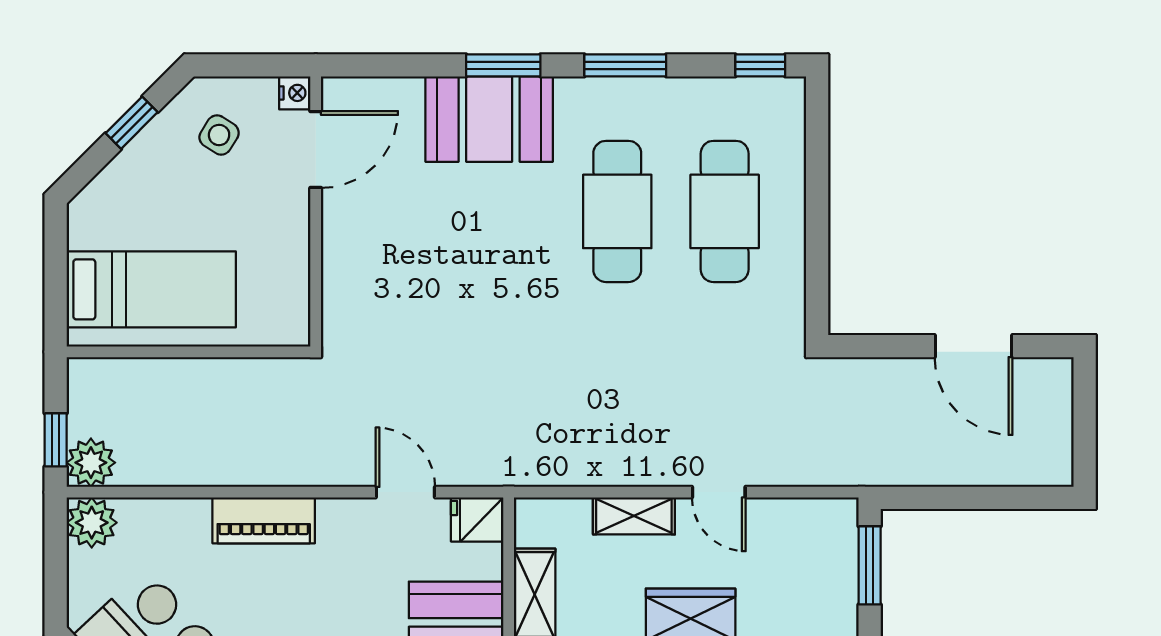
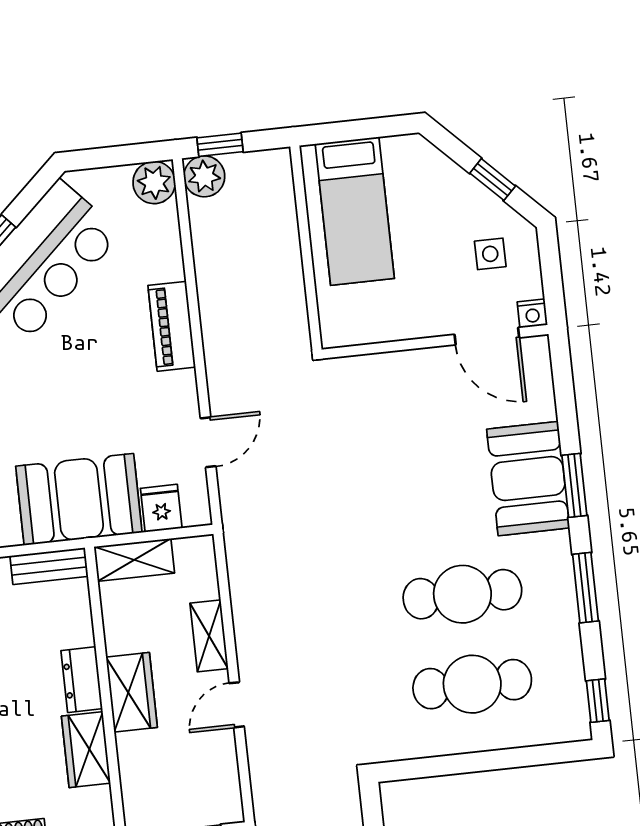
side table: (219, 135) -> (490, 254), turned -32
fridge: (477, 519) -> (161, 508), moved

